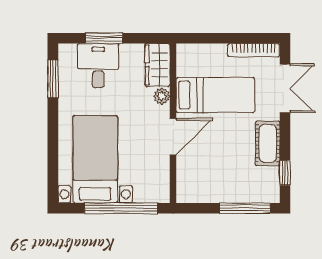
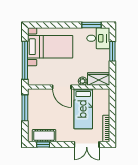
desk: (98, 66) -> (98, 38), moved
cot: (268, 143) -> (44, 136), moved
window: (245, 208) -> (25, 108), moved

